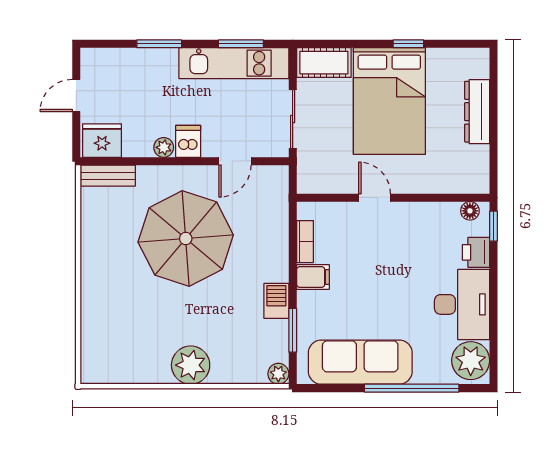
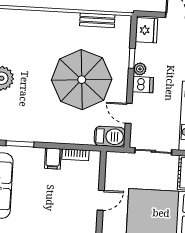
window: (147, 161) -> (132, 58), added
bench: (108, 176) -> (97, 20), moved, turned 90
barbecue: (276, 301) -> (110, 136), moved, width x1.38, depth x1.27

